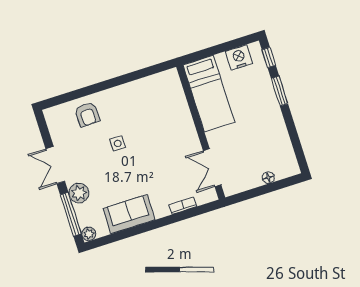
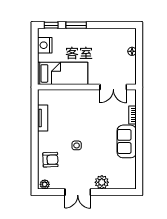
tv unit: (140, 86) -> (43, 118), added
window: (71, 214) -> (114, 192), removed
sofa: (129, 214) -> (127, 141), moved
plant: (89, 234) -> (45, 184), moved

